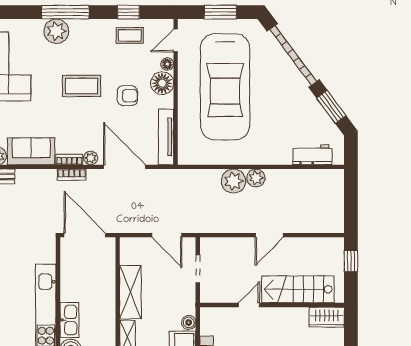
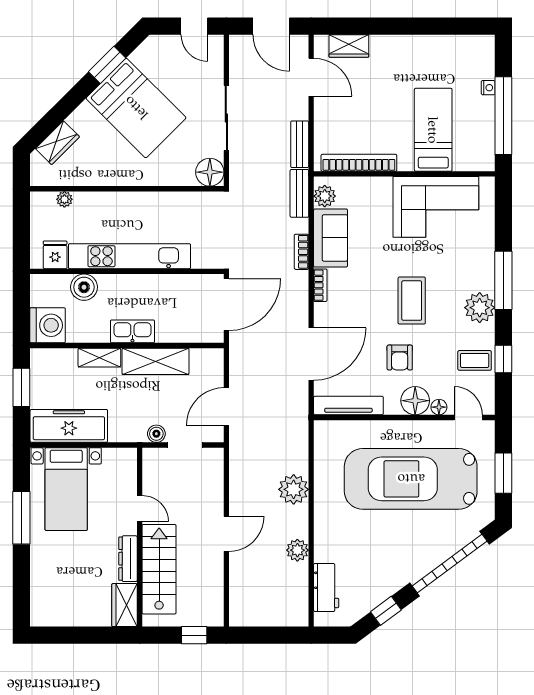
plant: (56, 31) -> (480, 308), moved
coffee table: (130, 35) -> (475, 360), turned 90
window: (331, 107) -> (386, 611), width x0.67
plant: (91, 158) -> (322, 312), removed
bookcase: (72, 175) -> (302, 252), moved
plant: (256, 178) -> (297, 550), moved
door: (269, 235) -> (226, 534), swing flipped
dresser: (289, 314) -> (128, 559), added
kitchen sink: (69, 320) -> (132, 331), moved, turned 180
boiler: (189, 322) -> (156, 434), moved

